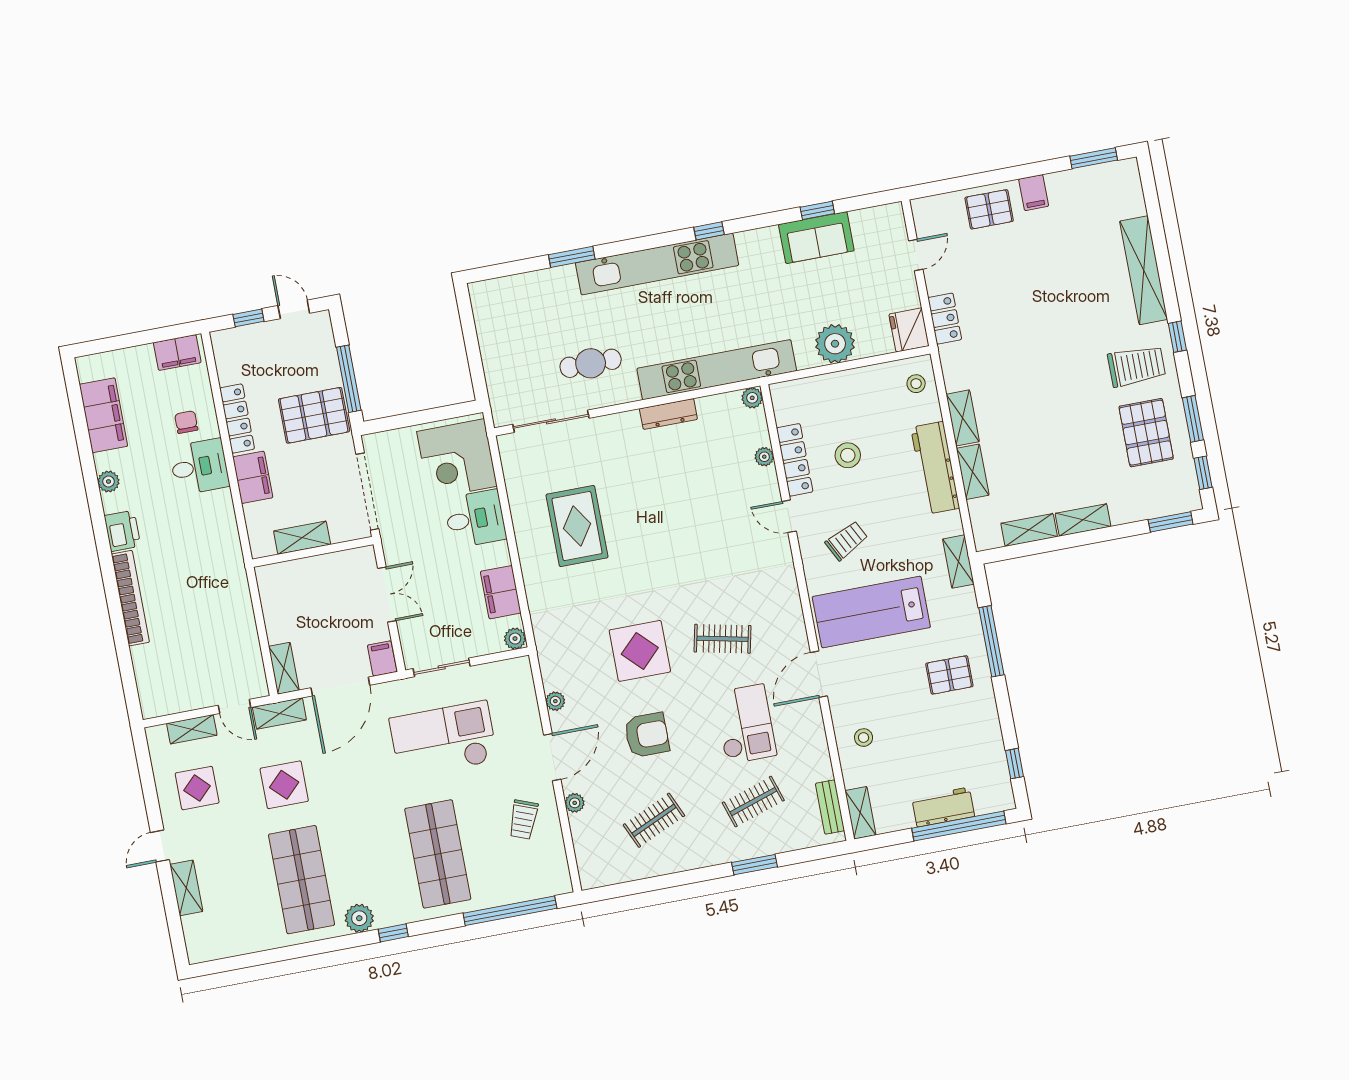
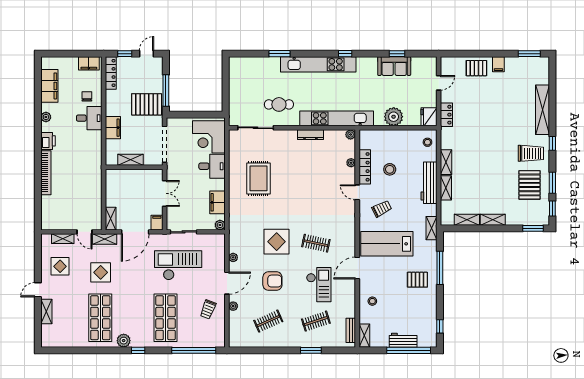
door: (294, 309) -> (147, 54), hinge flipped
locker: (237, 419) -> (111, 73), moved

